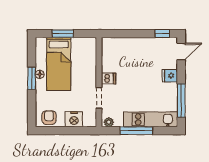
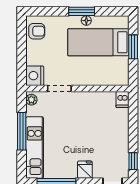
dishwasher: (109, 78) -> (122, 99), moved
nightstand: (74, 119) -> (35, 76), moved

